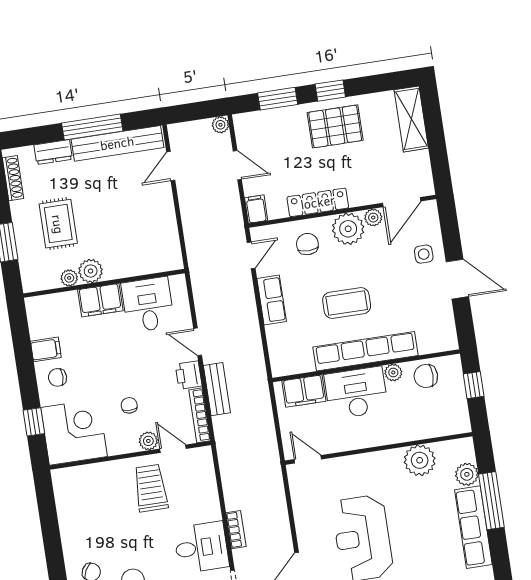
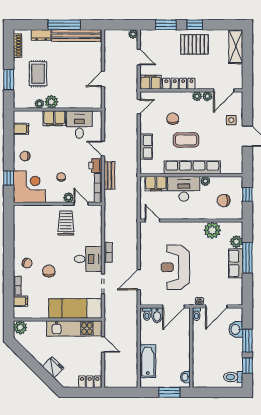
door: (171, 166) -> (103, 79), moved
filing cabinet: (256, 209) -> (151, 82), width x2.00
plant: (348, 229) -> (197, 96), width x0.53, depth x0.53
chair: (307, 244) -> (173, 119), moved
row of seats: (272, 300) -> (146, 147), moved
filing cabinet: (46, 349) -> (21, 129), moved
chair: (426, 376) -> (224, 201), moved
row of seats: (473, 527) -> (236, 263), width x0.68

